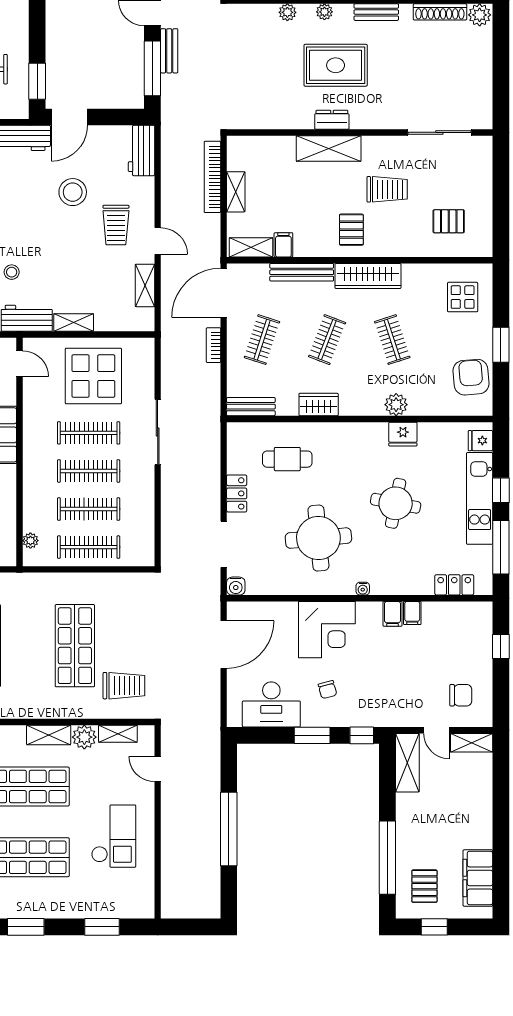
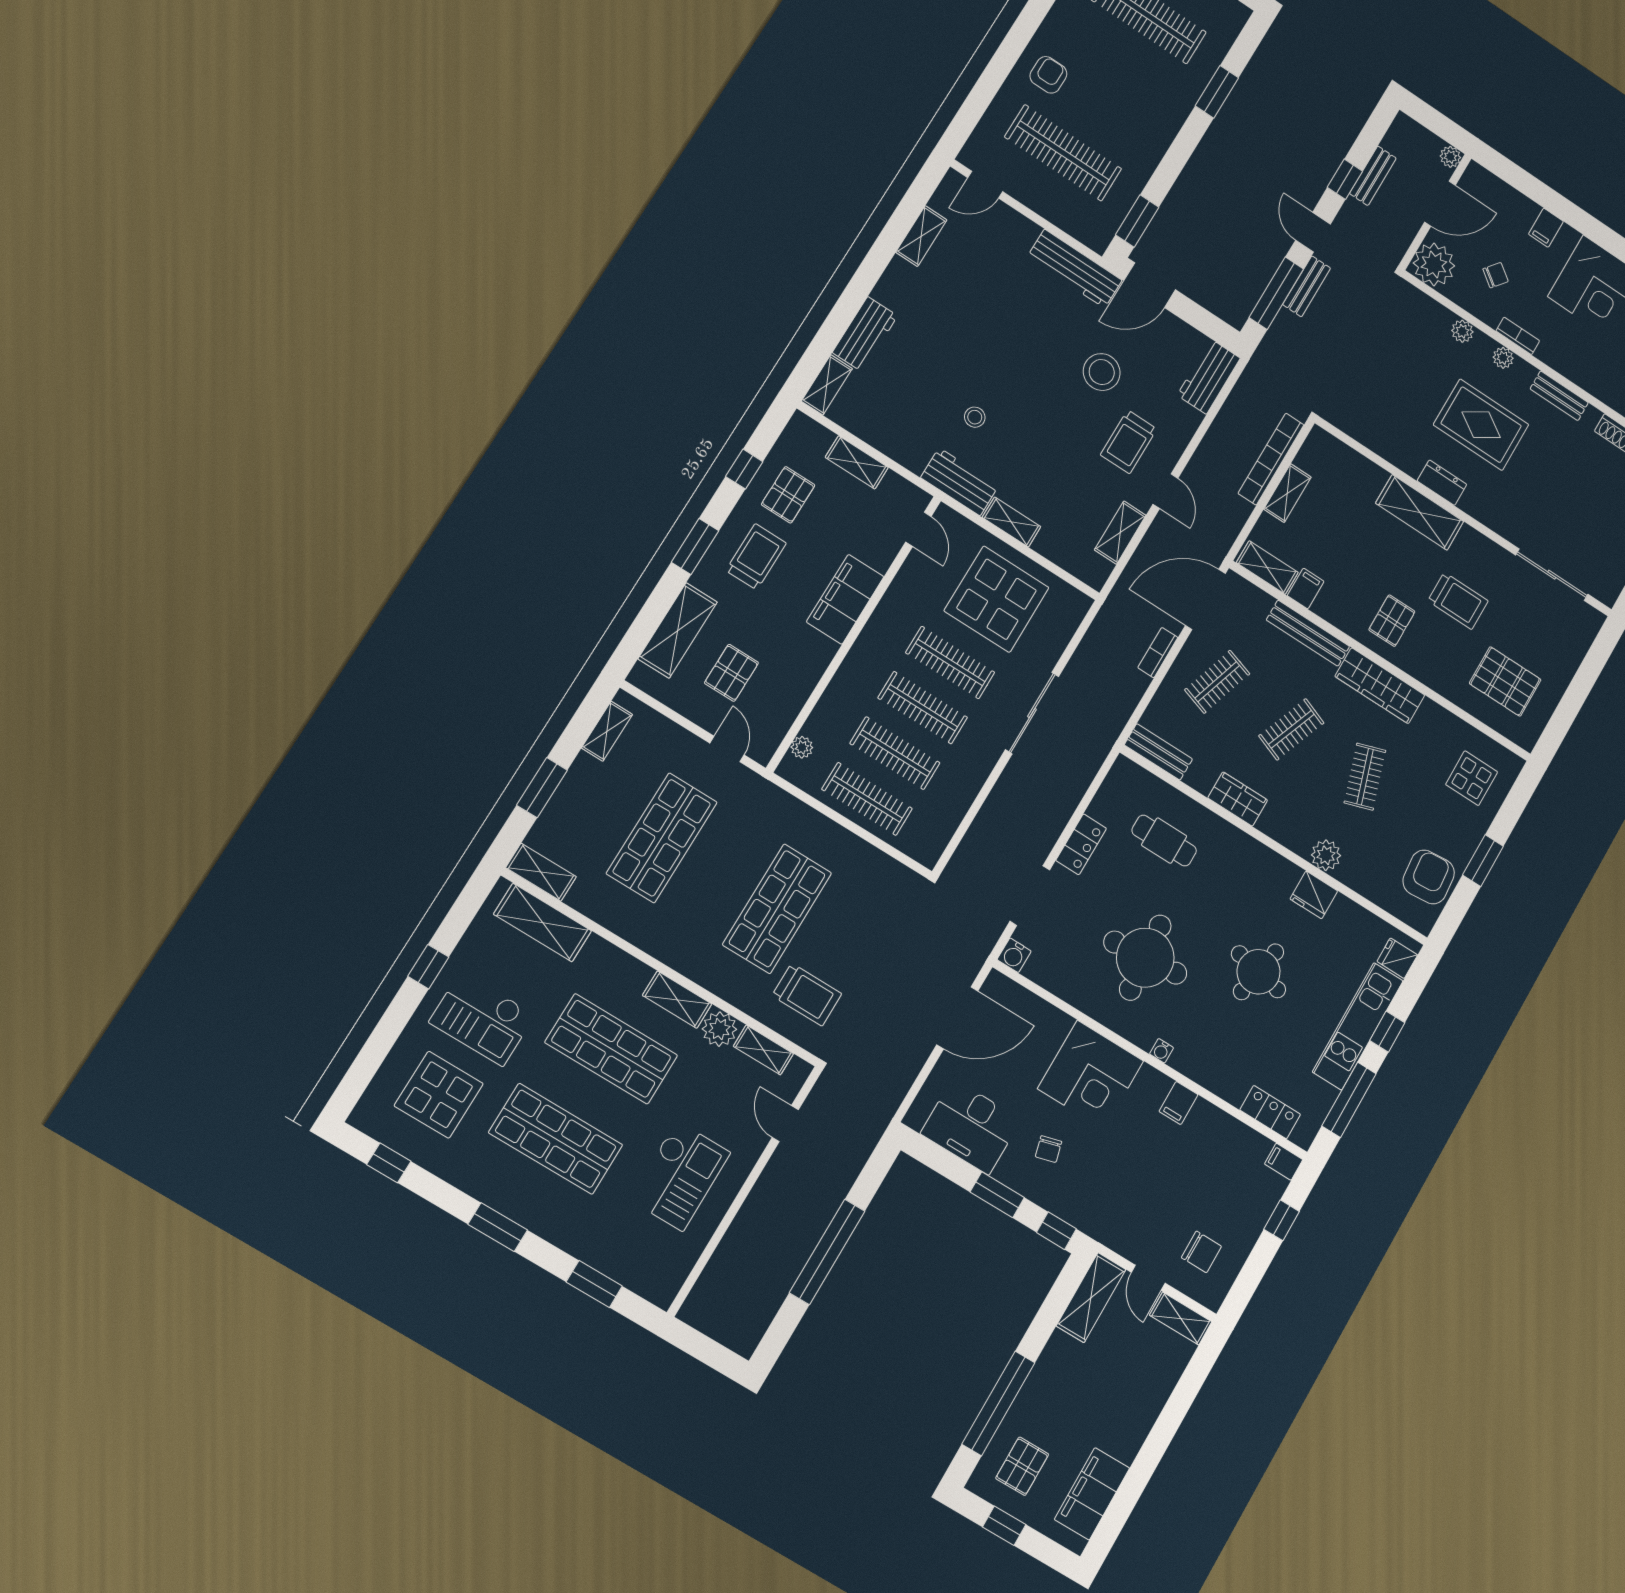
pallet: (449, 221) -> (1505, 681), width x1.50, depth x1.42
filing cabinet: (412, 613) -> (1284, 1162), moved, turned 90

